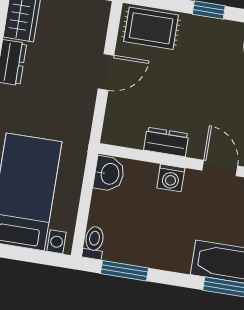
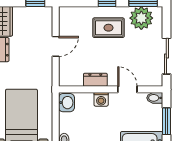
rug: (151, 28) -> (109, 28), moved

